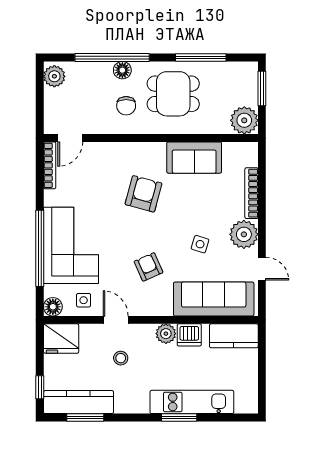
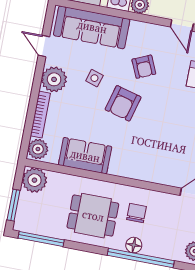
window: (201, 58) -> (41, 239), moved
plant: (247, 155) -> (38, 149), added
armchair: (143, 194) -> (123, 103), moved

